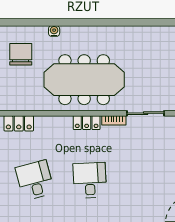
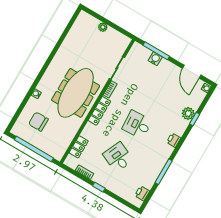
locker: (87, 123) -> (99, 111), width x1.53
desk: (35, 180) -> (118, 157), turned 39

